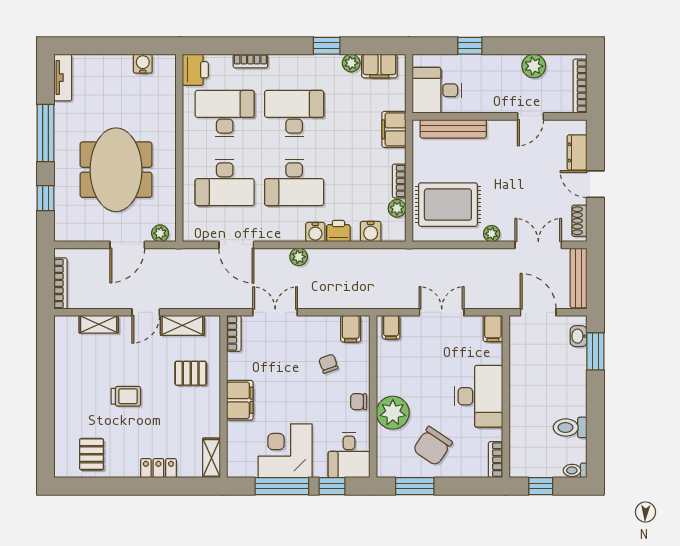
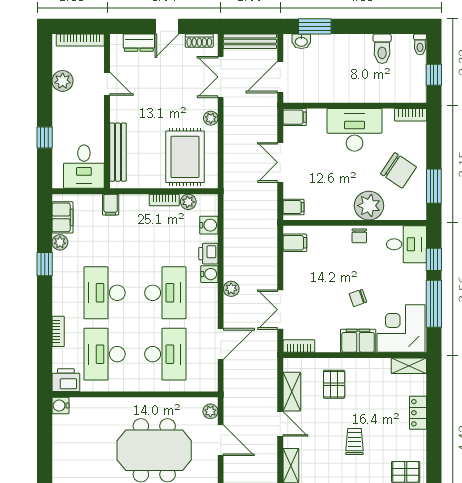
water cooler: (143, 64) -> (60, 405), moved
filing cabinet: (394, 129) -> (111, 205), width x0.50
chair: (328, 364) -> (358, 298), moved
corner desk: (285, 451) -> (401, 329), moved, turned 90

